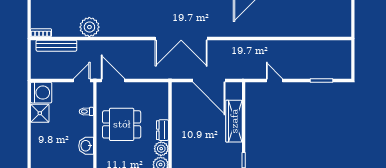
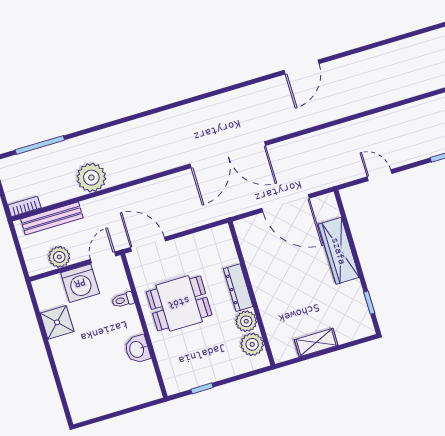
plant: (54, 72) -> (59, 257), added
washing machine: (41, 93) -> (80, 283), moved, turned 90
dresser: (163, 130) -> (238, 288), width x1.44

